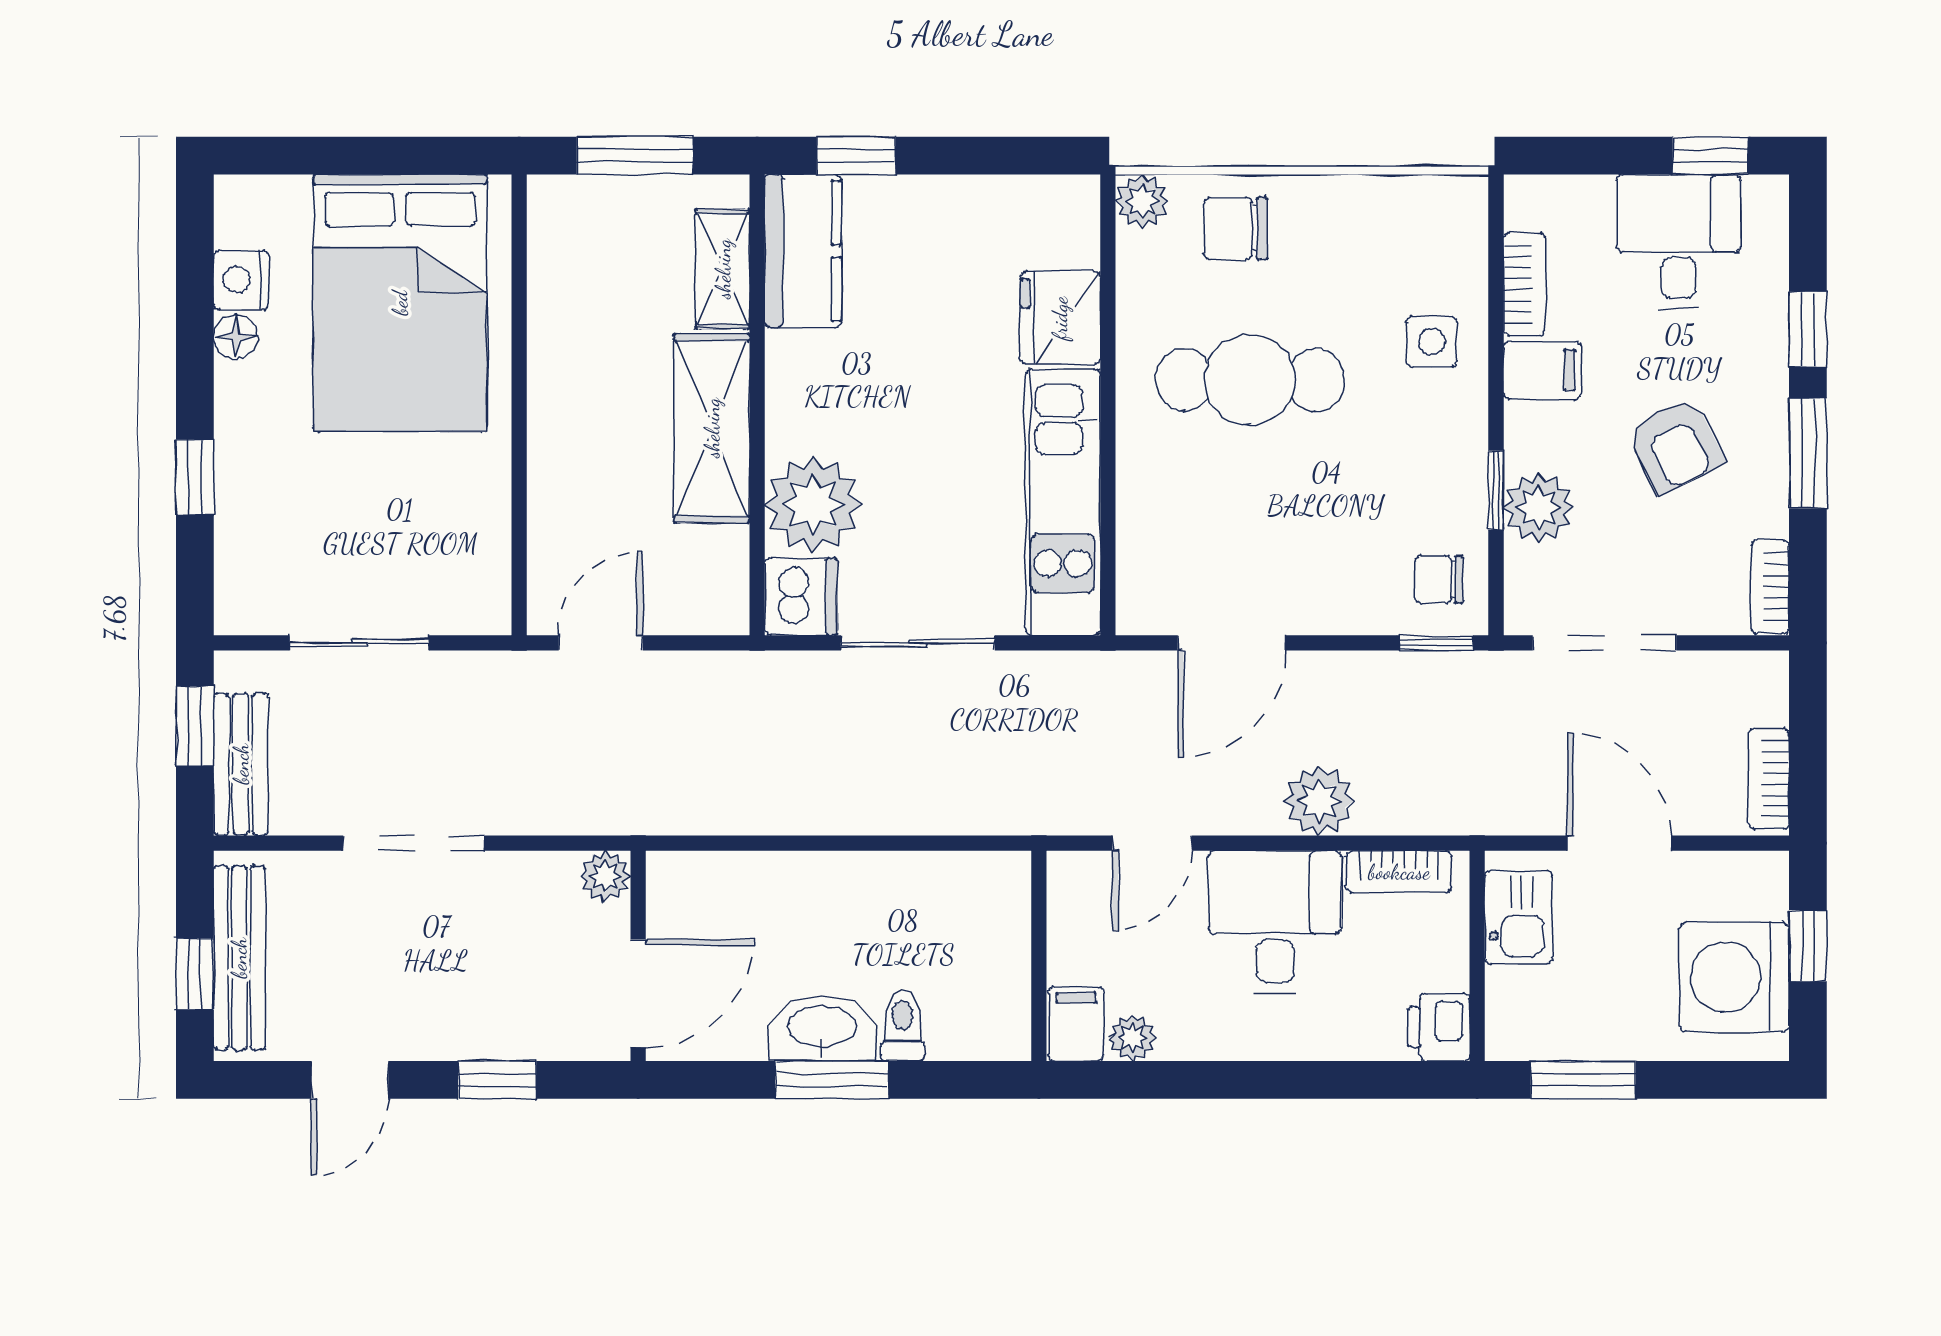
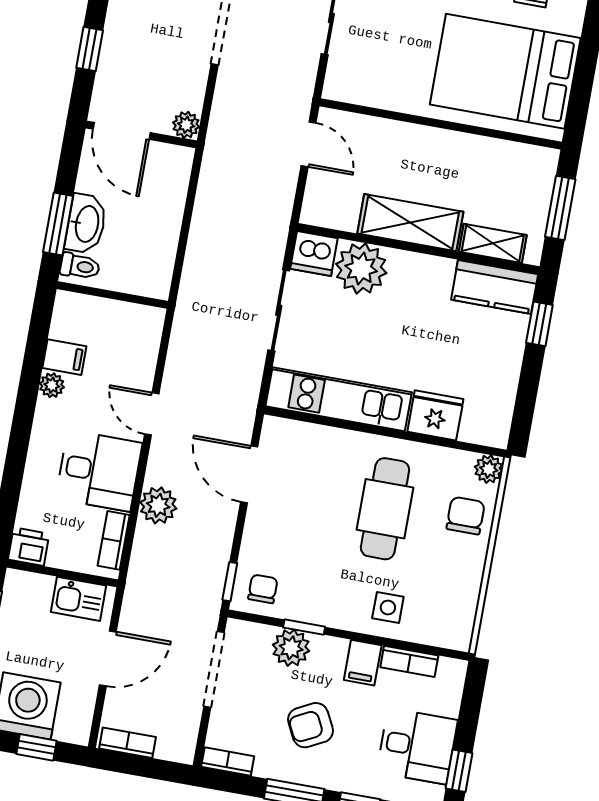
wall: (1039, 956) -> (112, 295), moved

